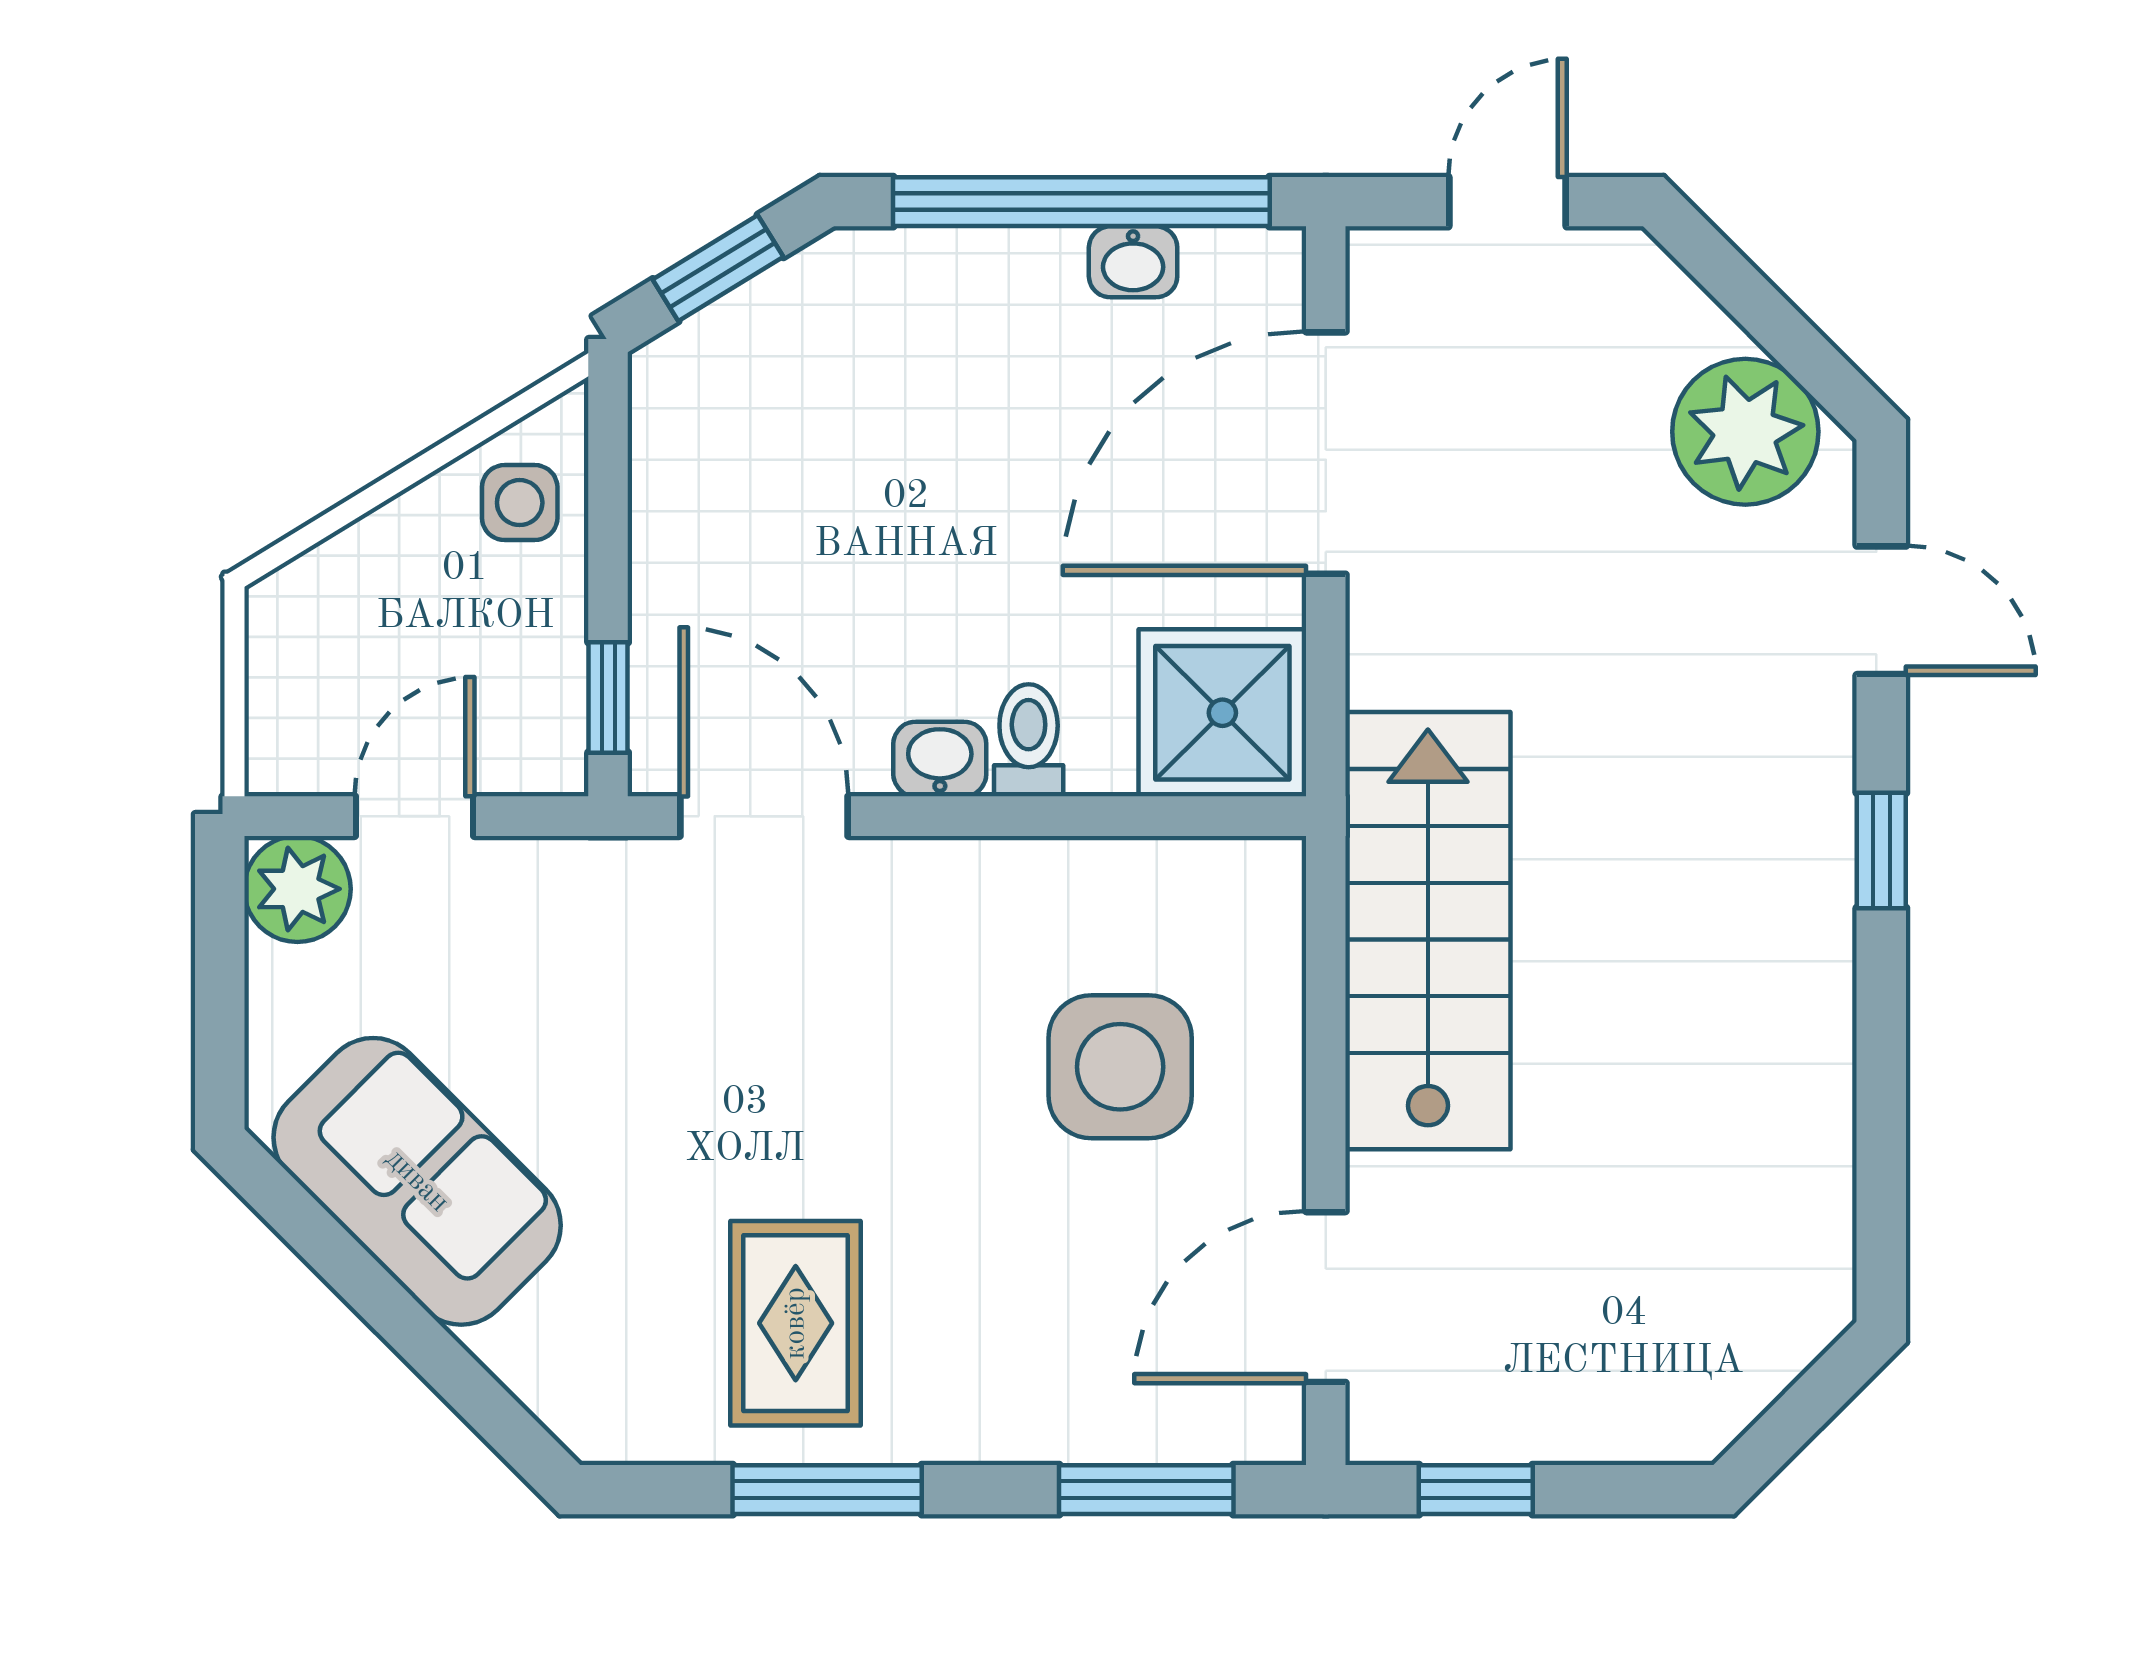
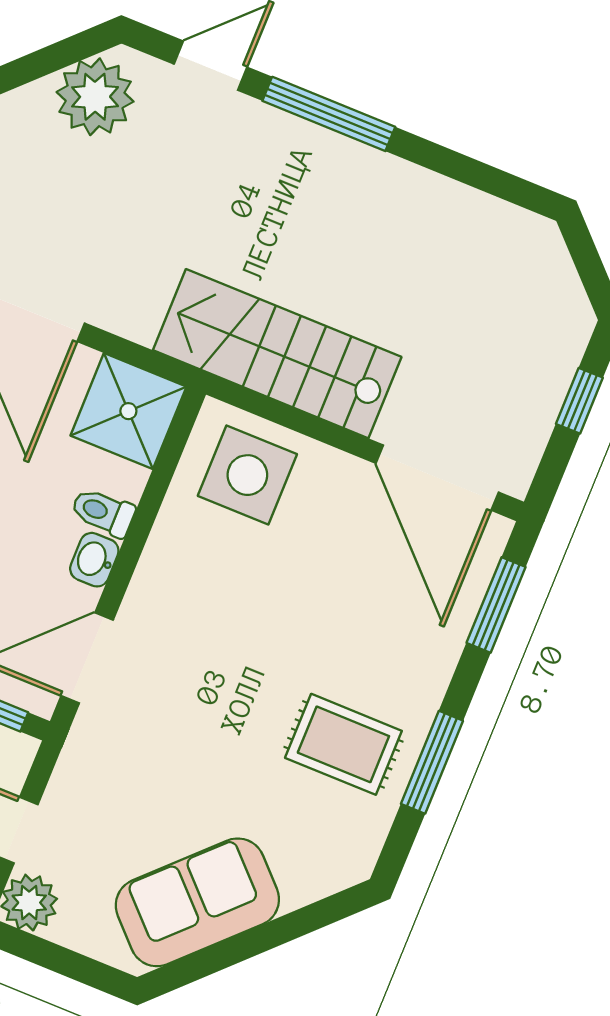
window: (1881, 850) -> (329, 114), width x2.17
side table: (1120, 1067) -> (247, 475), moved
door: (1326, 1297) -> (437, 478), width x1.36
window: (1476, 1490) -> (579, 401), moved

